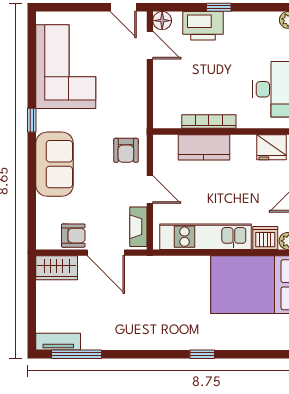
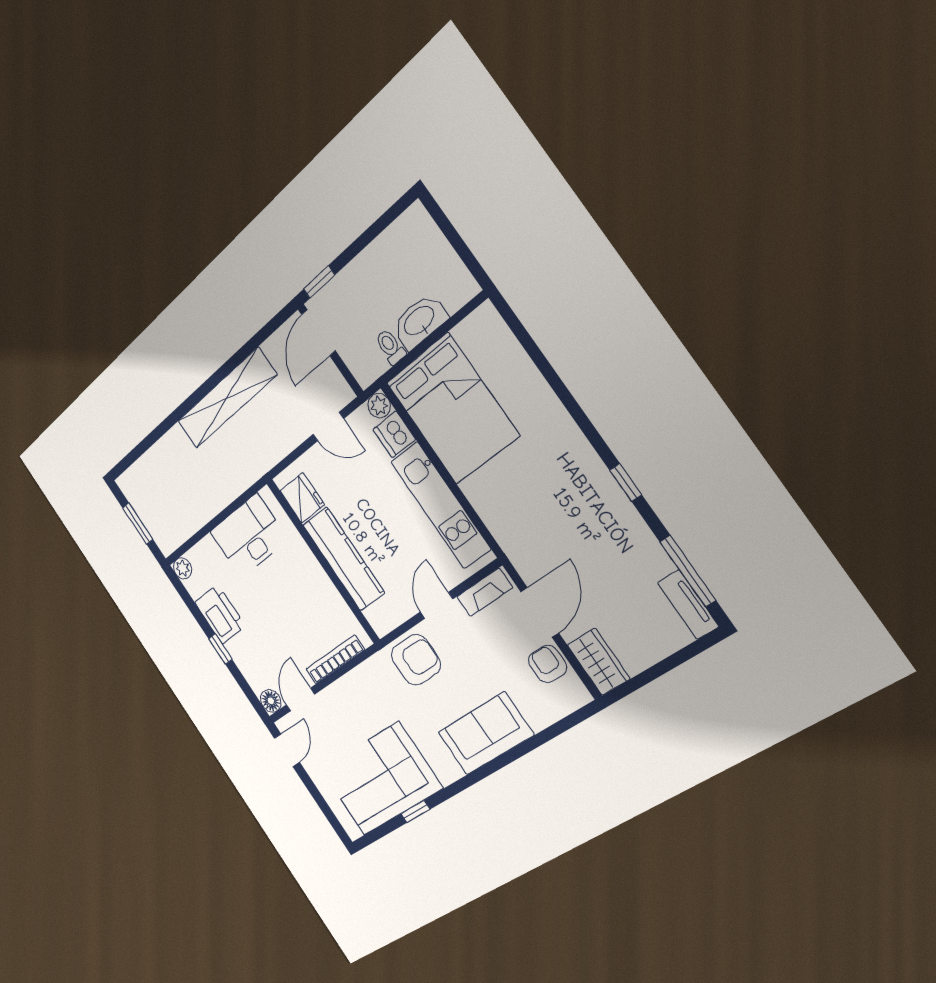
printer: (203, 26) -> (220, 614), moved
window: (32, 120) -> (415, 811), moved
bookcase: (209, 121) -> (335, 659), moved, turned 90
kitchen counter: (204, 147) -> (344, 559), width x1.50
armchair: (126, 150) -> (416, 660), width x1.38, depth x1.38
window: (202, 354) -> (626, 483), moved

